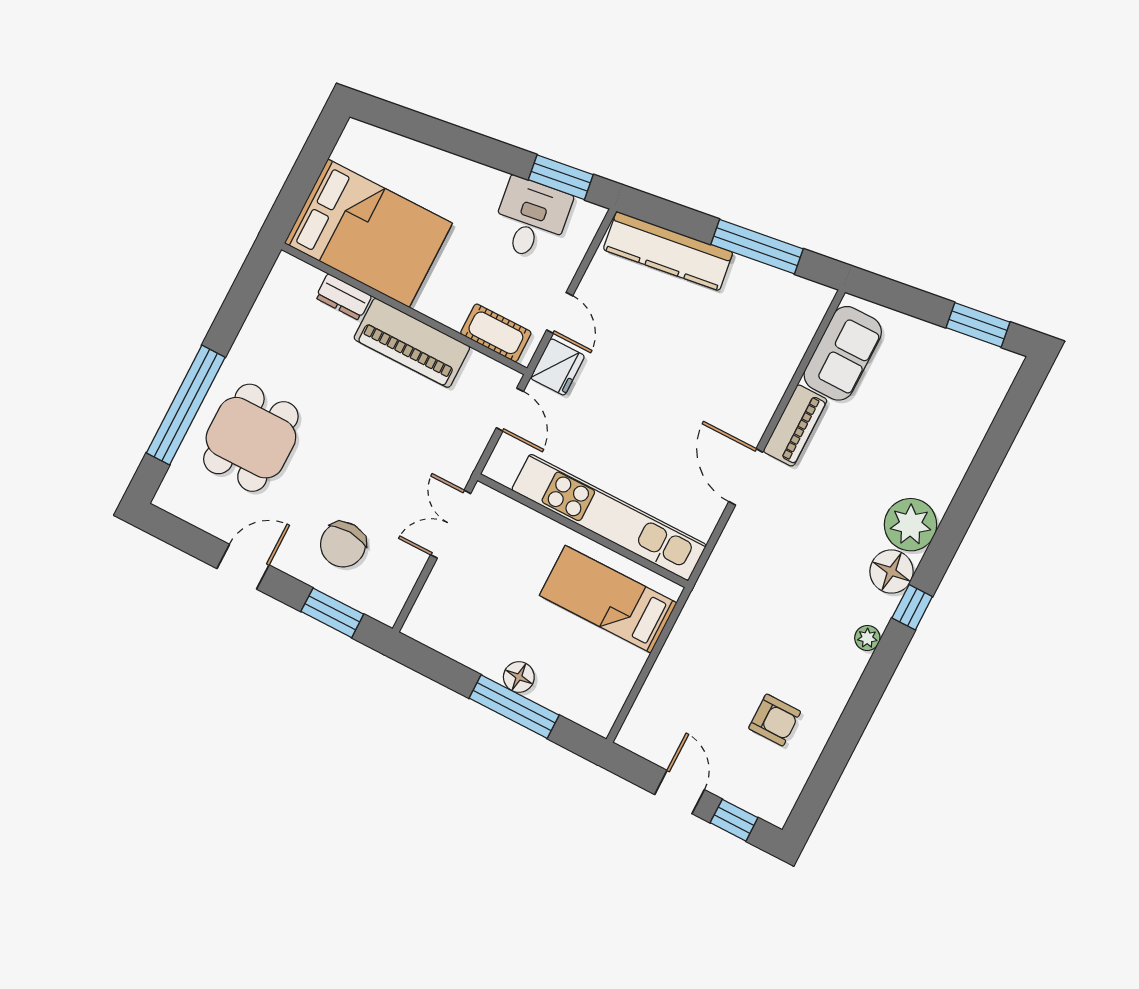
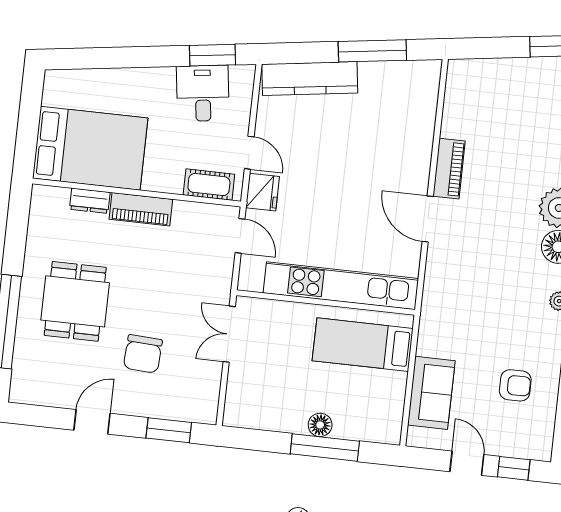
piano: (412, 343) -> (141, 209), width x0.73, depth x0.75
sofa: (843, 353) -> (431, 393), moved
dining table: (251, 438) -> (75, 301), moved
chair: (343, 544) -> (143, 354), moved

